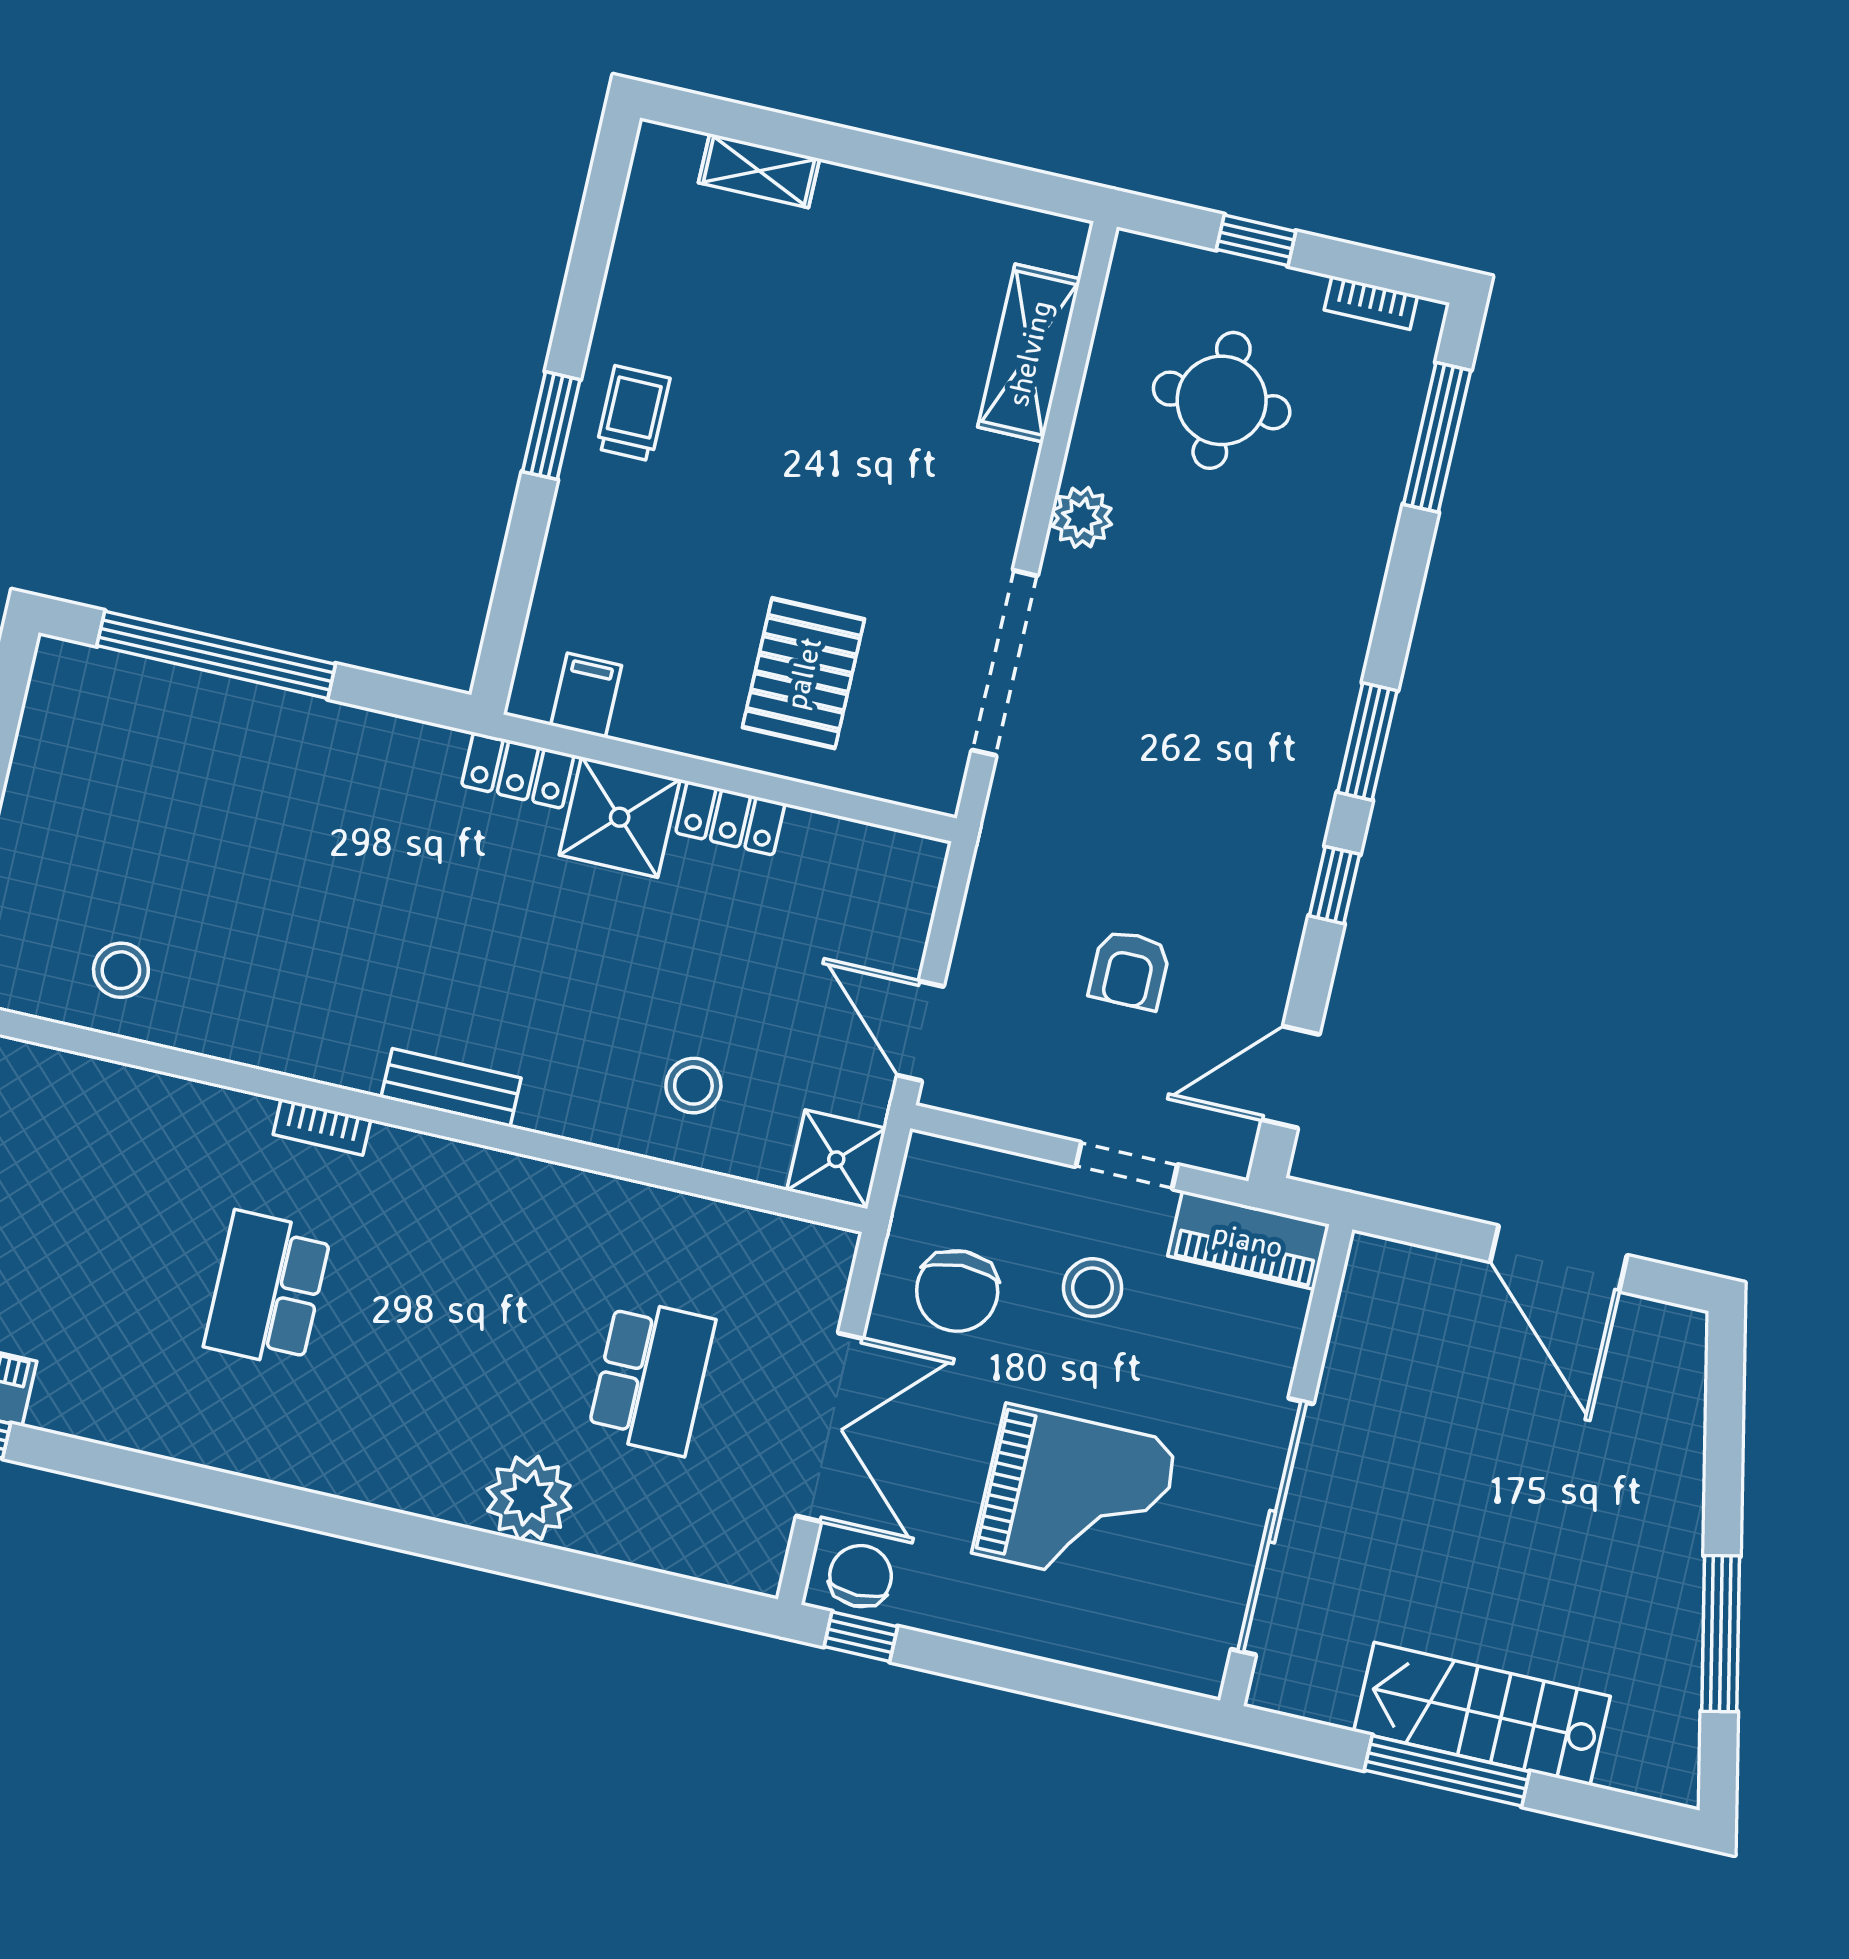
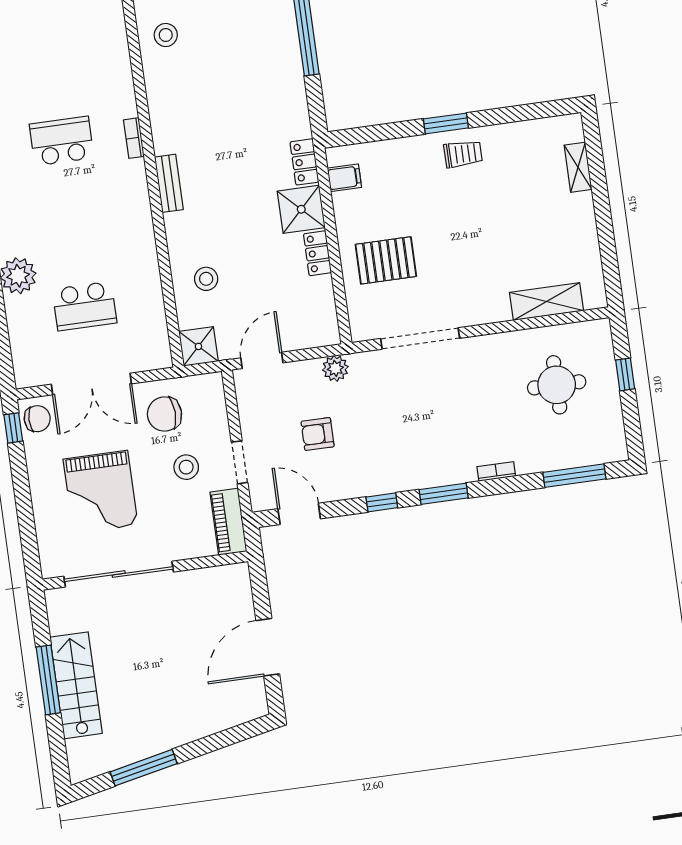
bookcase: (1371, 303) -> (496, 471), moved, turned 90
plant: (1082, 517) -> (335, 368), moved

